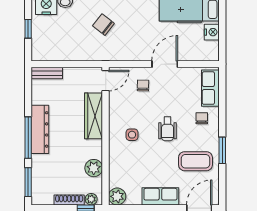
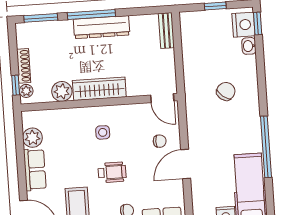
door: (165, 64) -> (186, 164), swing flipped
wardrobe: (94, 116) -> (99, 89), moved
wheelchair: (167, 129) -> (112, 172), turned 180
plant: (117, 196) -> (32, 138), moved

